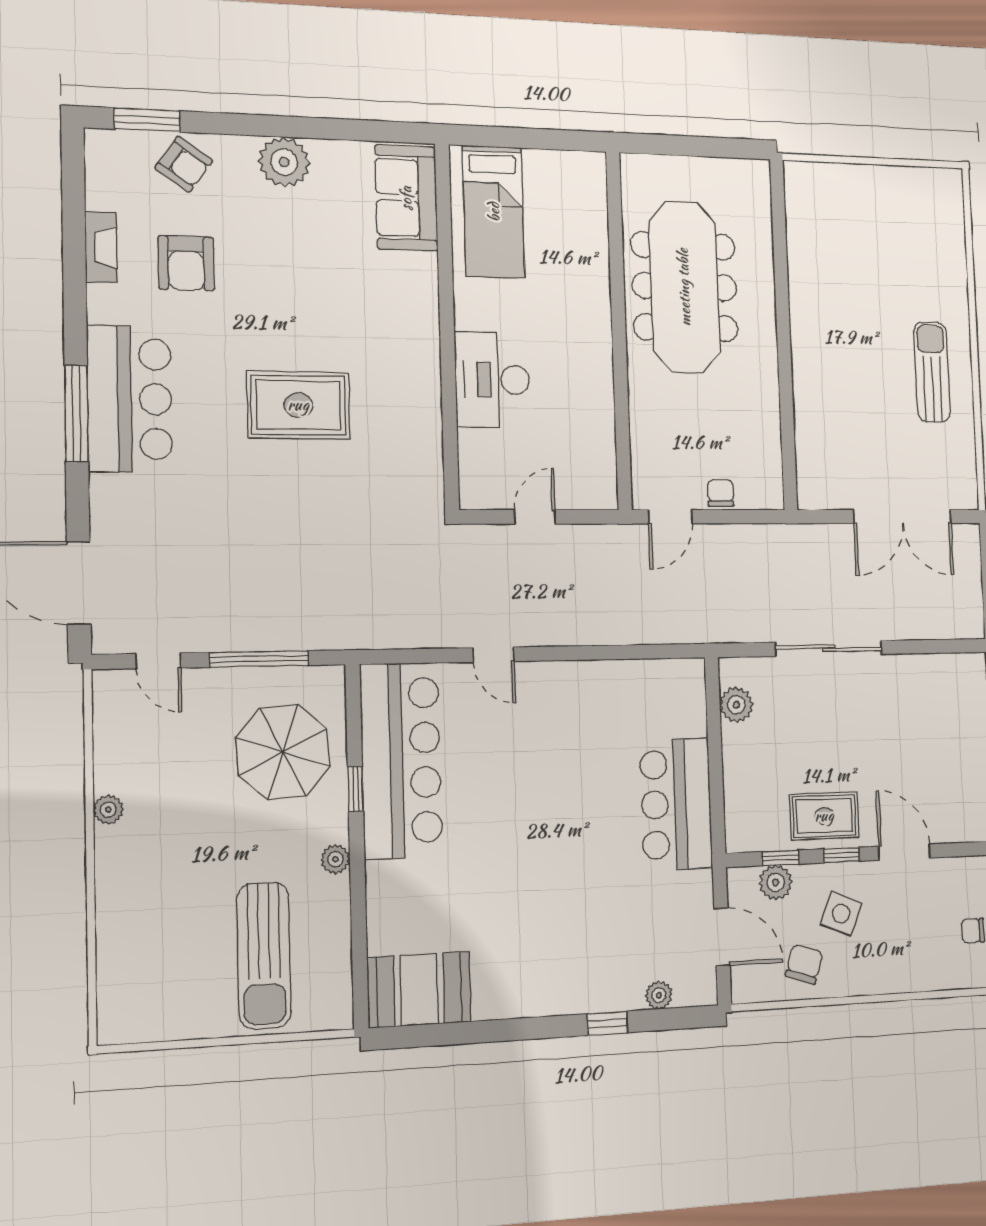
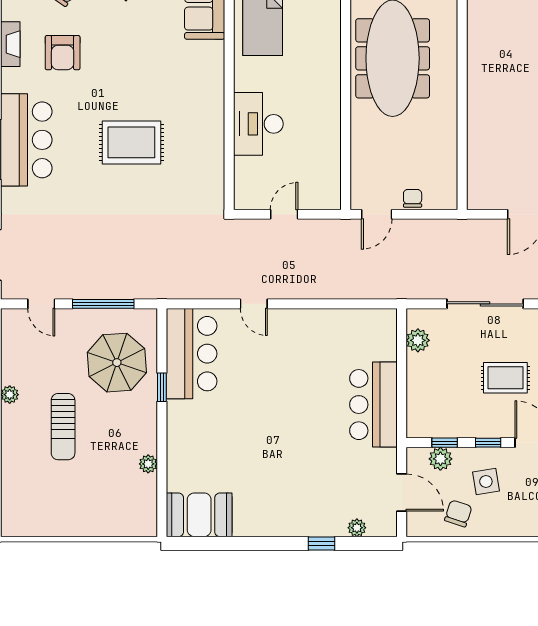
bar counter: (401, 760) -> (192, 354), width x0.73
rug: (824, 816) -> (505, 378), moved
plant: (335, 859) -> (148, 464), moved
side table: (841, 914) -> (486, 482), turned -32
sun lounger: (264, 955) -> (63, 427), moved, width x0.73, depth x0.75

